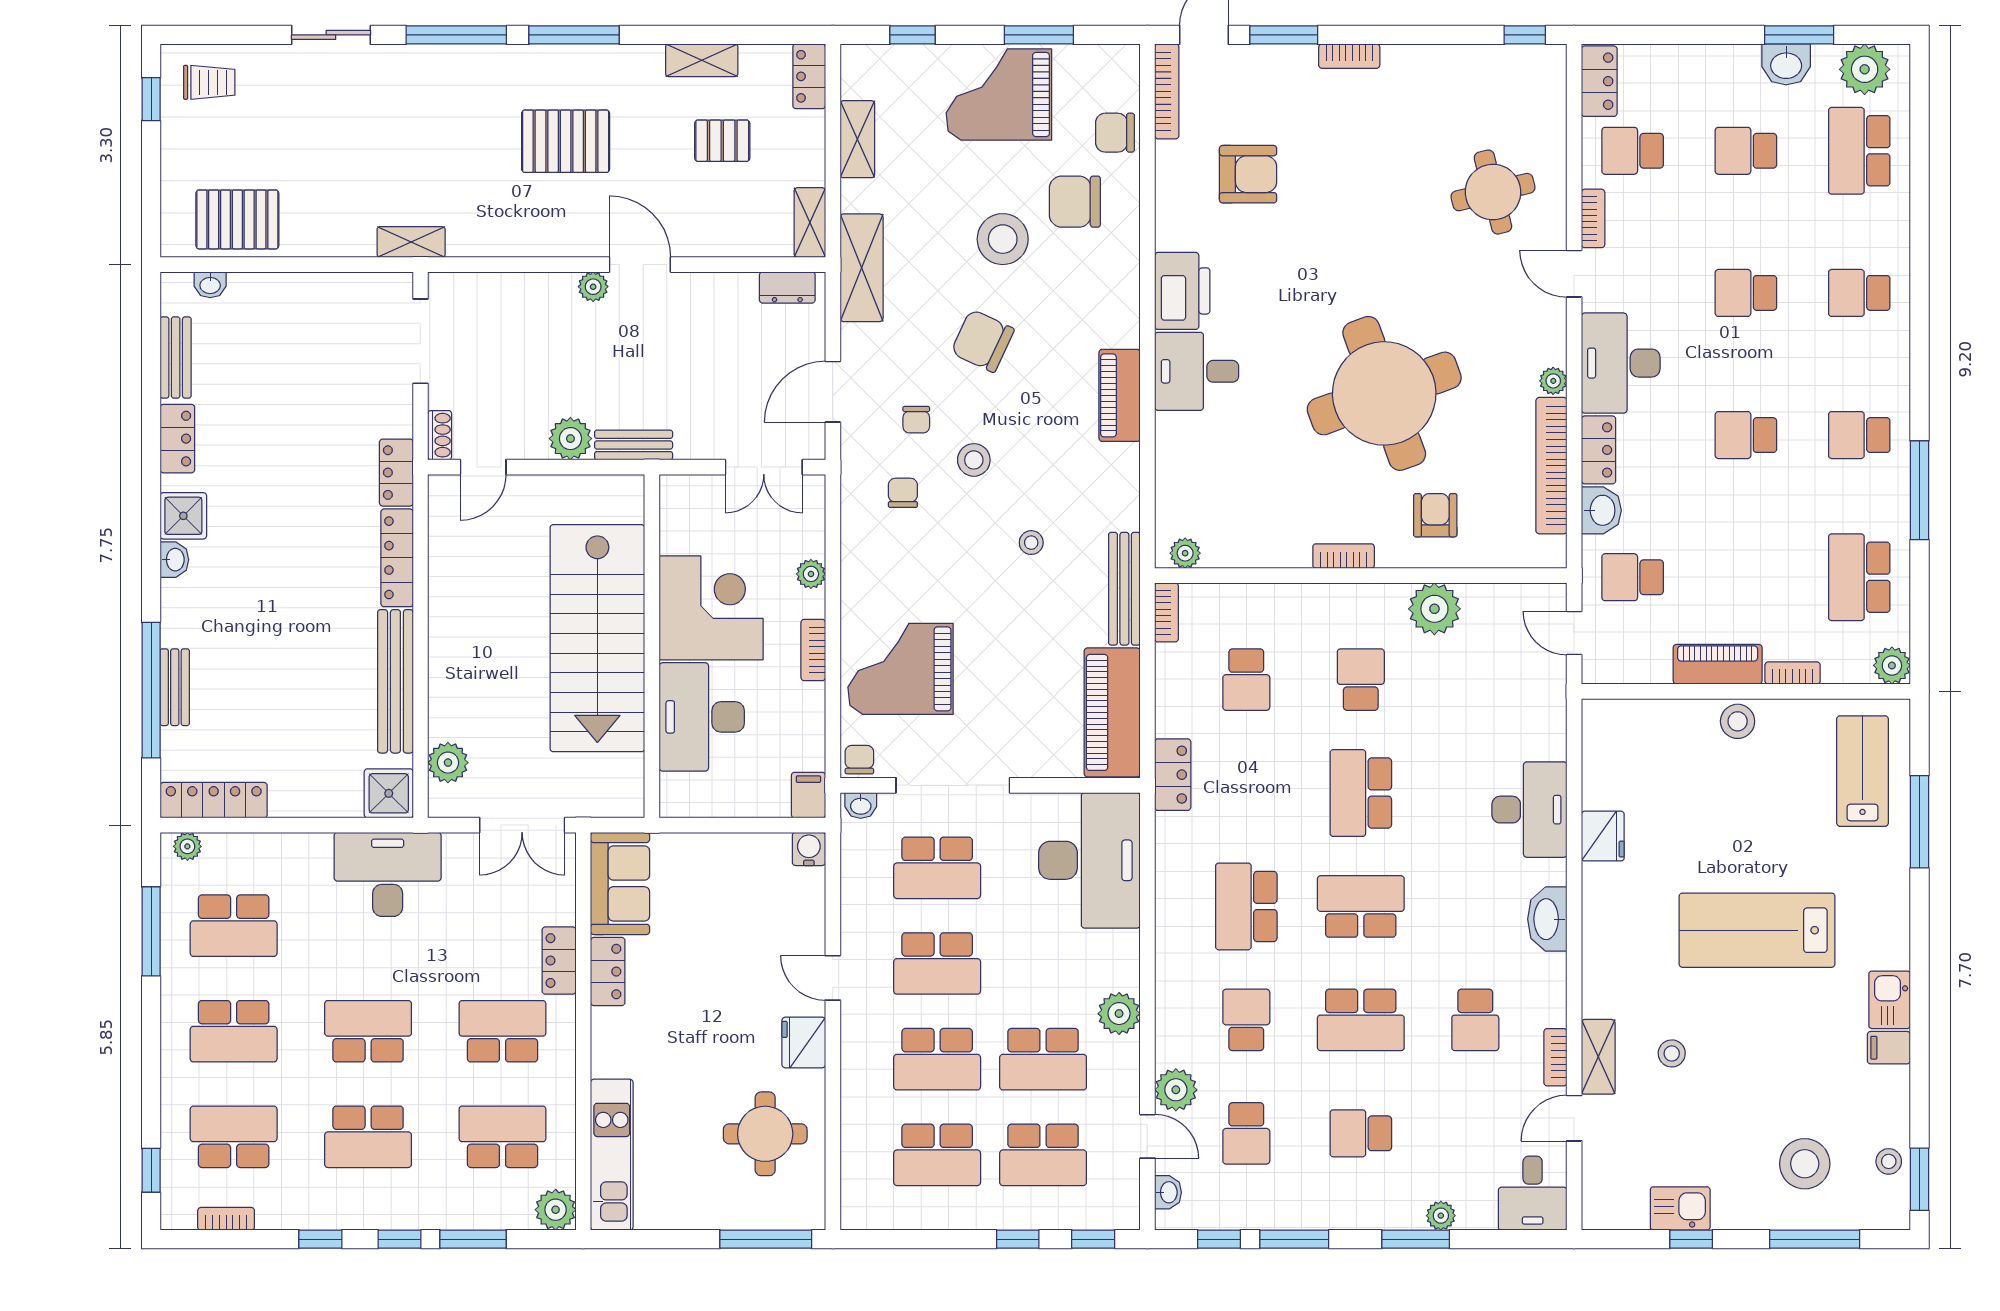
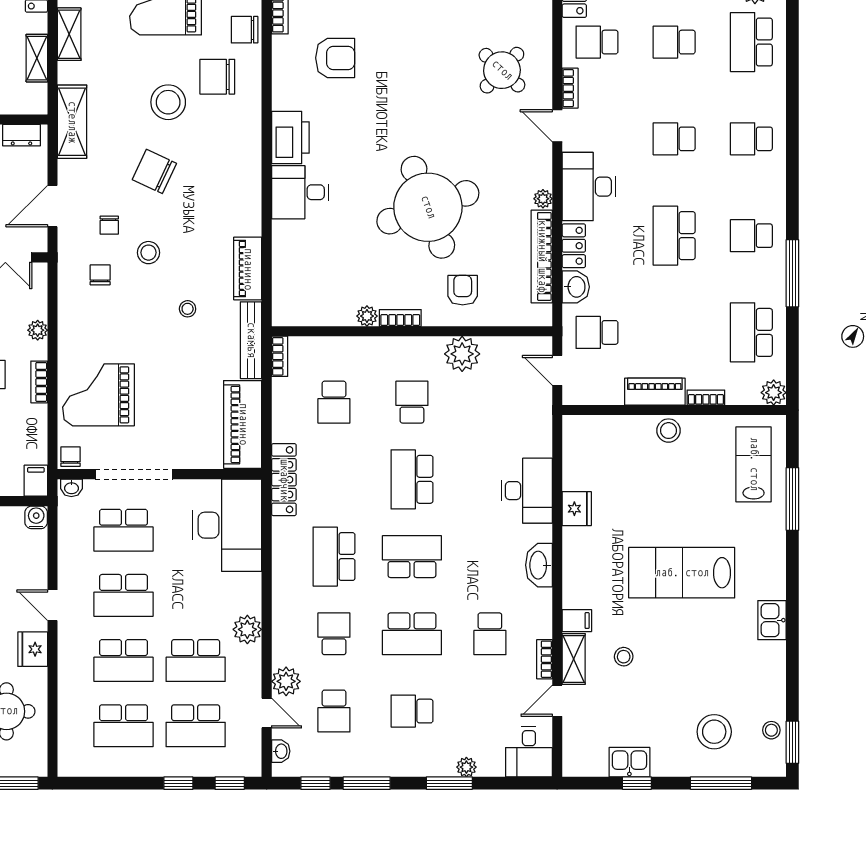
round table: (1493, 192) -> (502, 70), turned -33
shelving: (810, 222) -> (37, 58), moved
piano: (1120, 395) -> (248, 269), moved
school desk: (1746, 435) -> (674, 236), width x1.85
plant: (1185, 553) -> (367, 316), moved
locker: (1173, 775) -> (284, 480), width x1.53
filing cabinet: (1889, 1048) -> (577, 621), moved, turned 180

